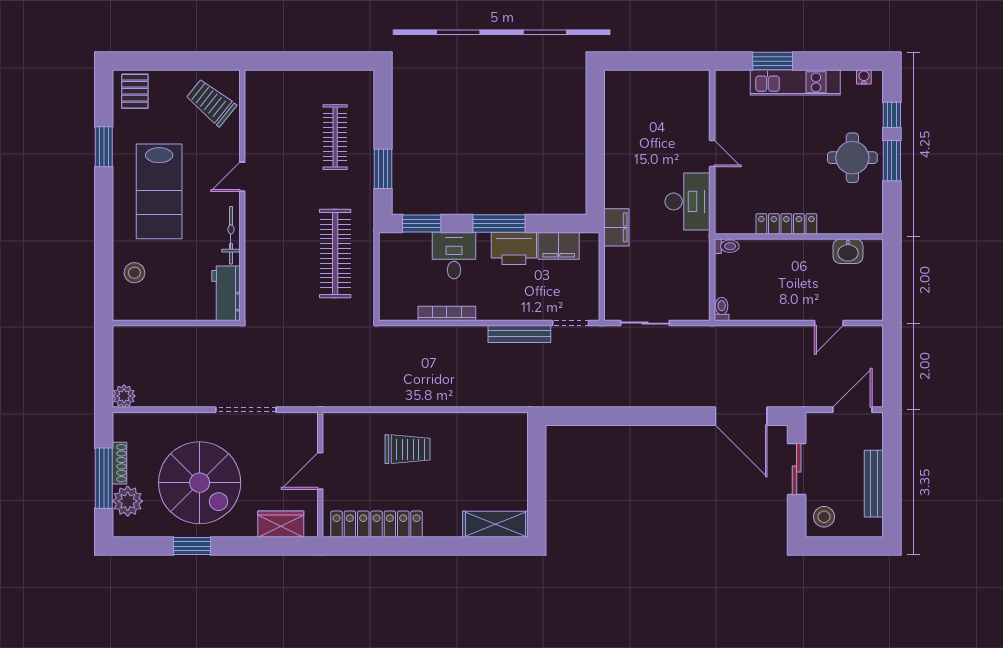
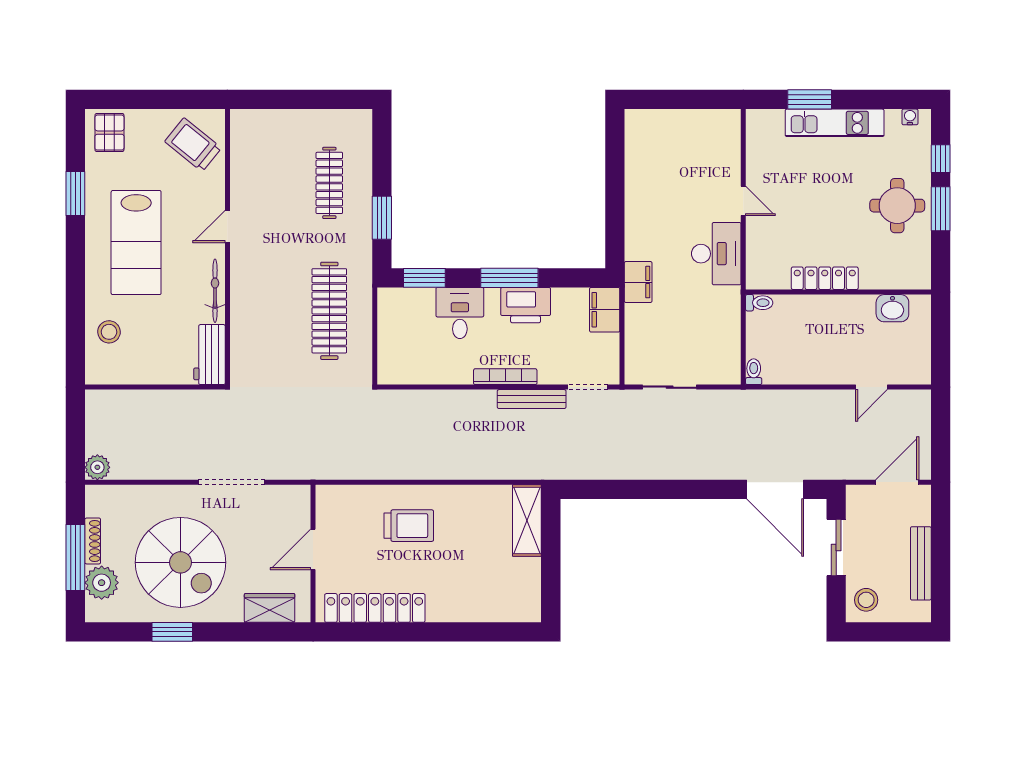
filing cabinet: (559, 246) -> (605, 310), moved, turned 90
bookcase: (447, 314) -> (505, 377), moved
shelving: (495, 524) -> (527, 520), moved, turned 90

